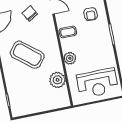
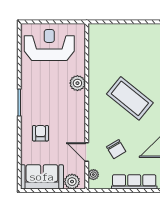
coffee table: (68, 32) -> (73, 116), removed
plant: (57, 80) -> (98, 59), removed

